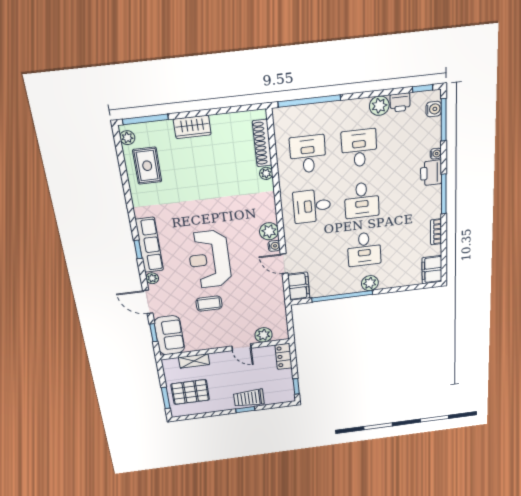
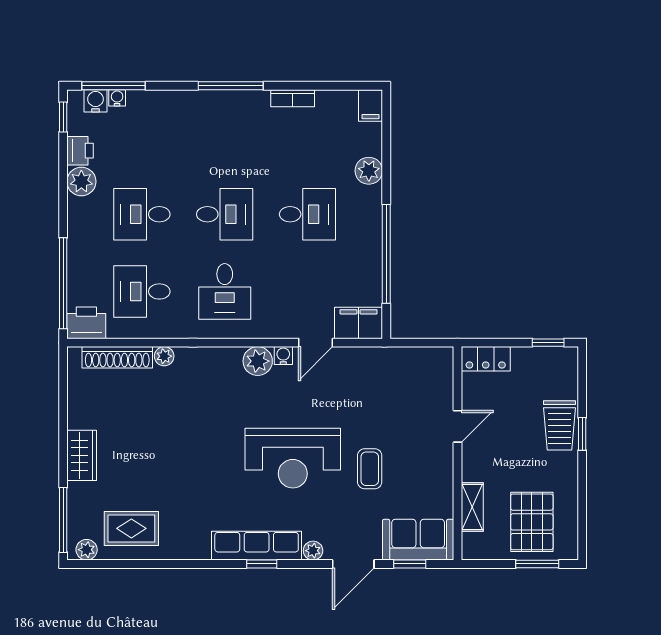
water cooler: (436, 154) -> (117, 98), moved
printer: (431, 173) -> (86, 323), moved, turned 180
filing cabinet: (432, 270) -> (370, 105), width x0.50
plant: (370, 283) -> (369, 171), moved
plant: (264, 335) -> (440, 388), removed

